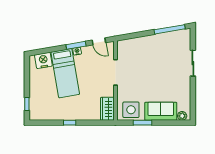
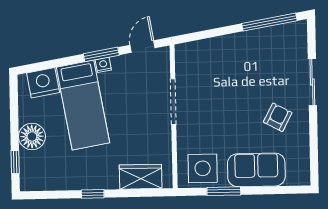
door: (99, 41) -> (142, 46), swing flipped
armchair: (173, 82) -> (278, 117), added
floor lamp: (37, 90) -> (32, 136), added
wardrobe: (107, 109) -> (141, 177), moved, turned 90
plant: (182, 116) -> (295, 178), removed

